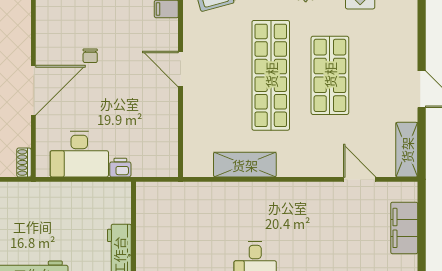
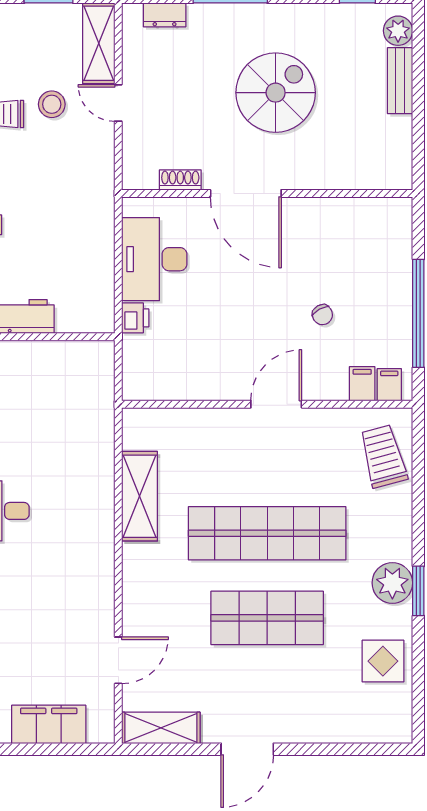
chair: (90, 56) -> (322, 315), moved, turned -119
shoe rack: (24, 162) -> (180, 180), moved

